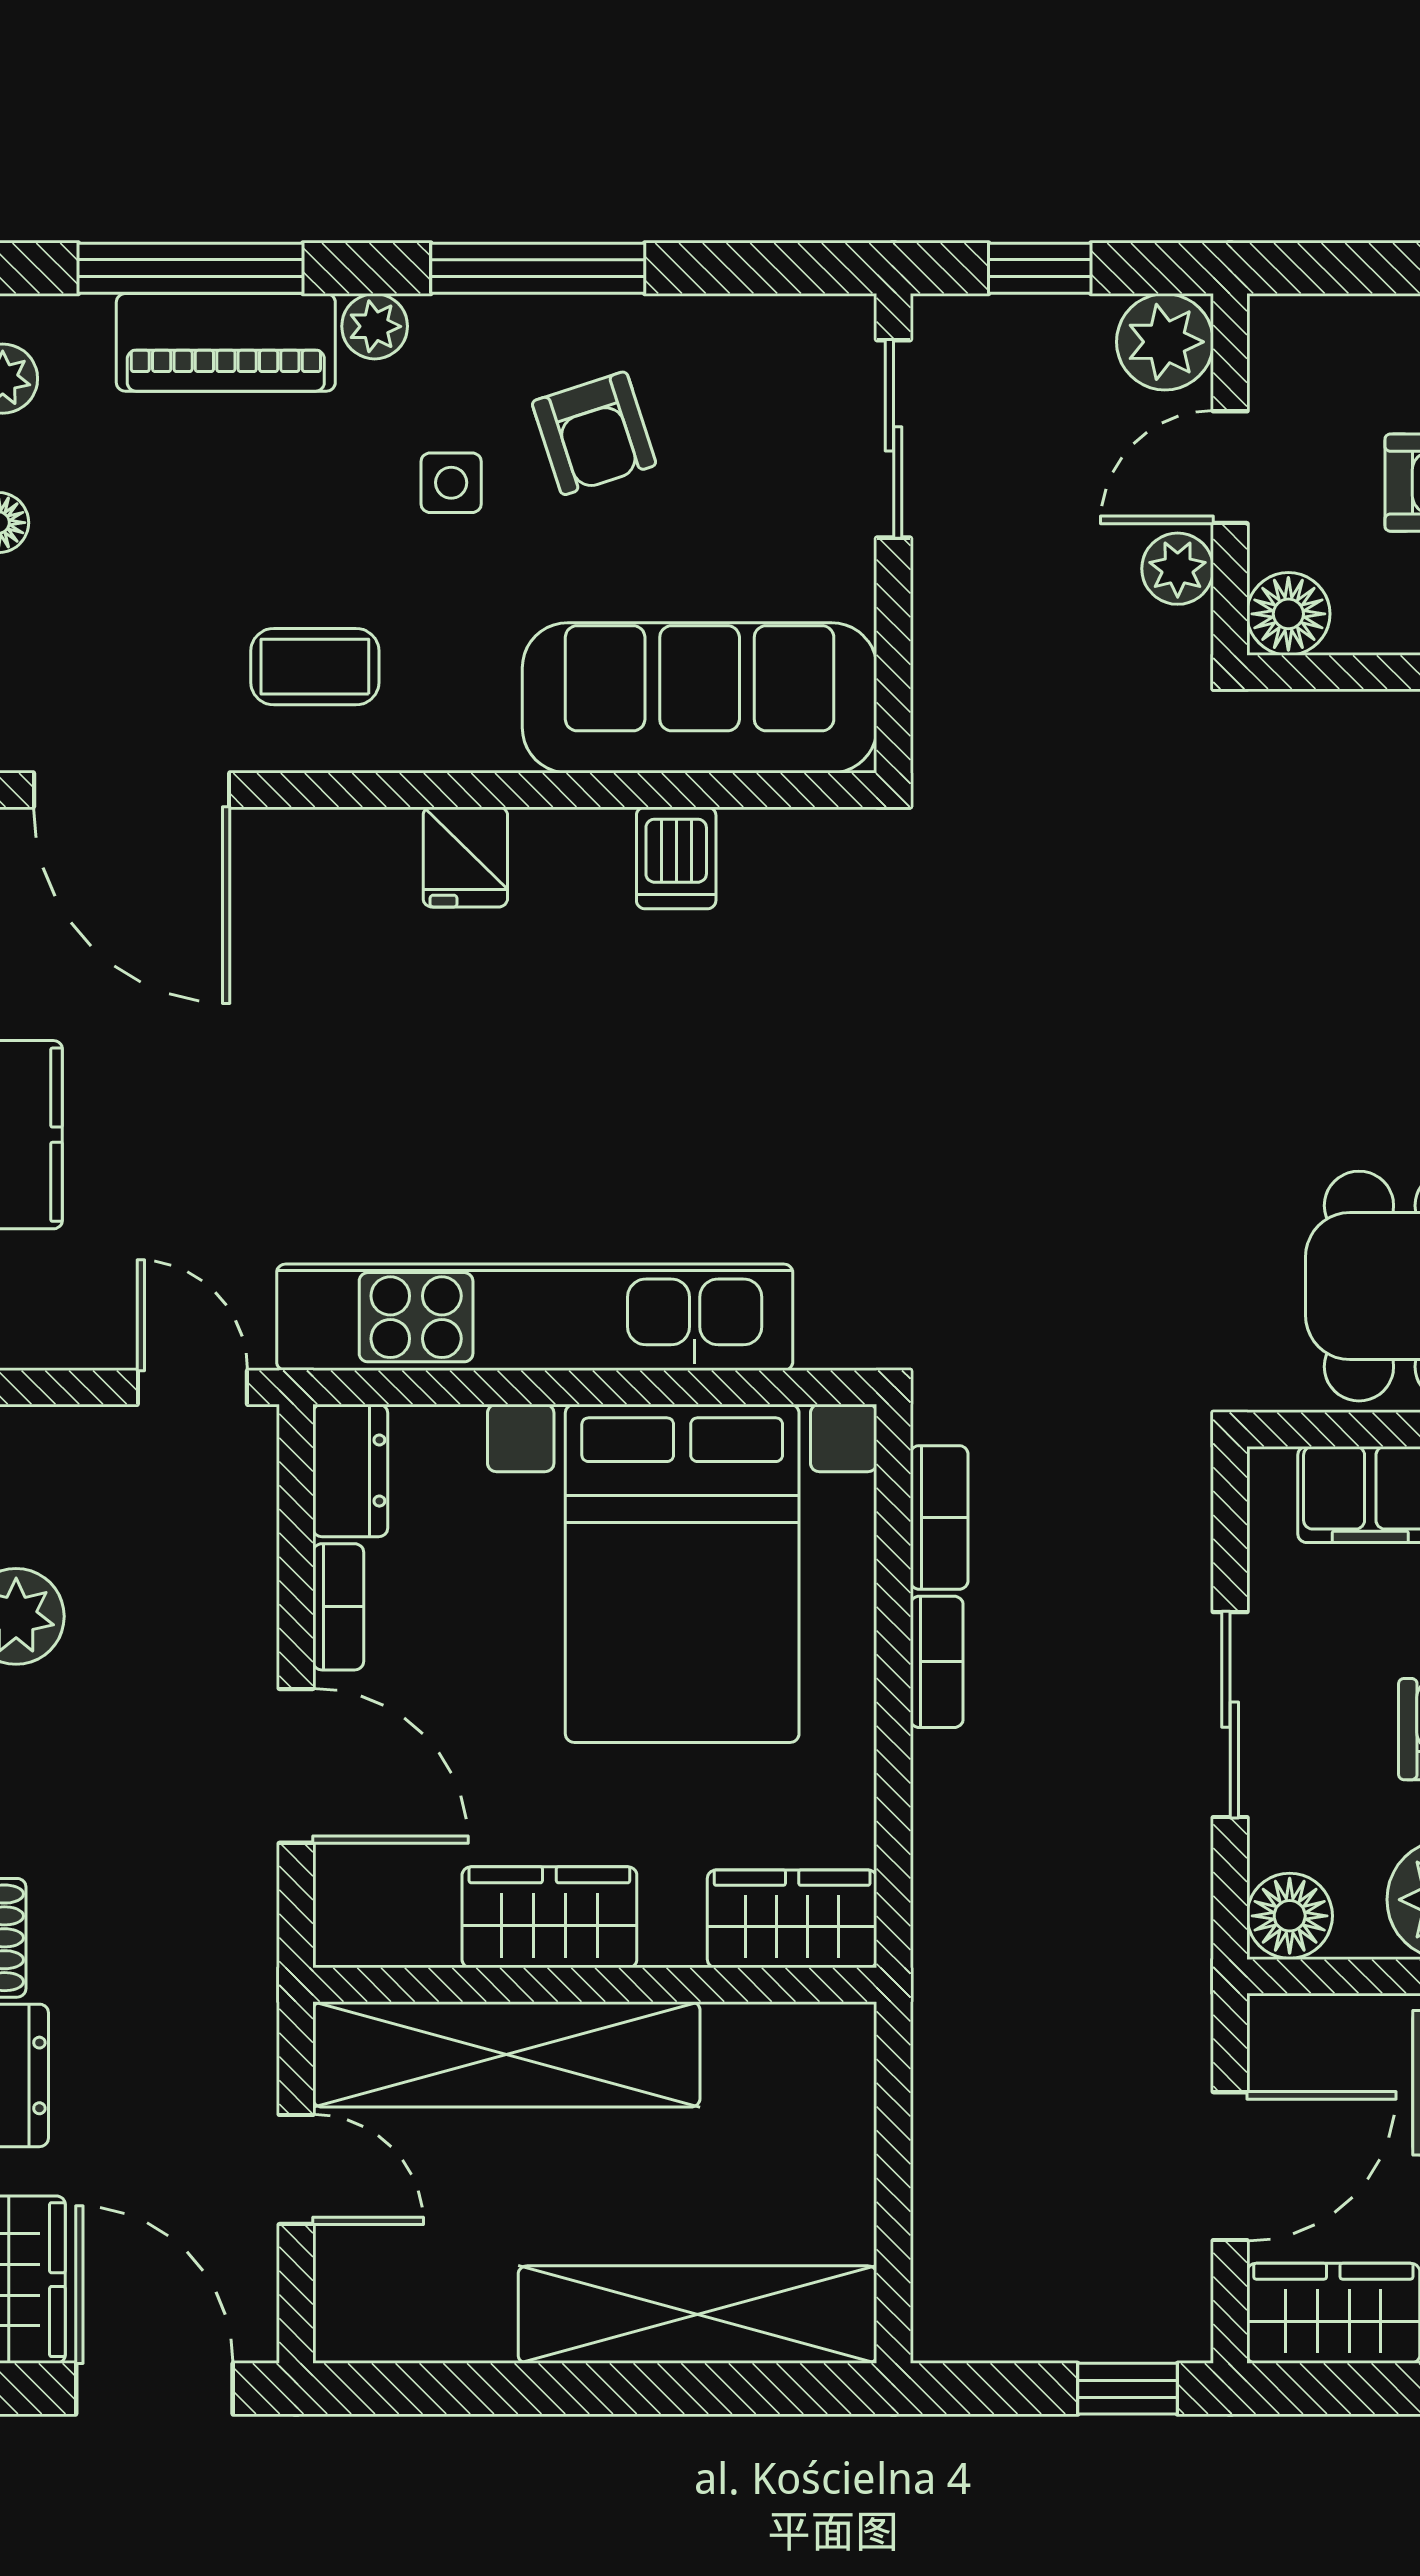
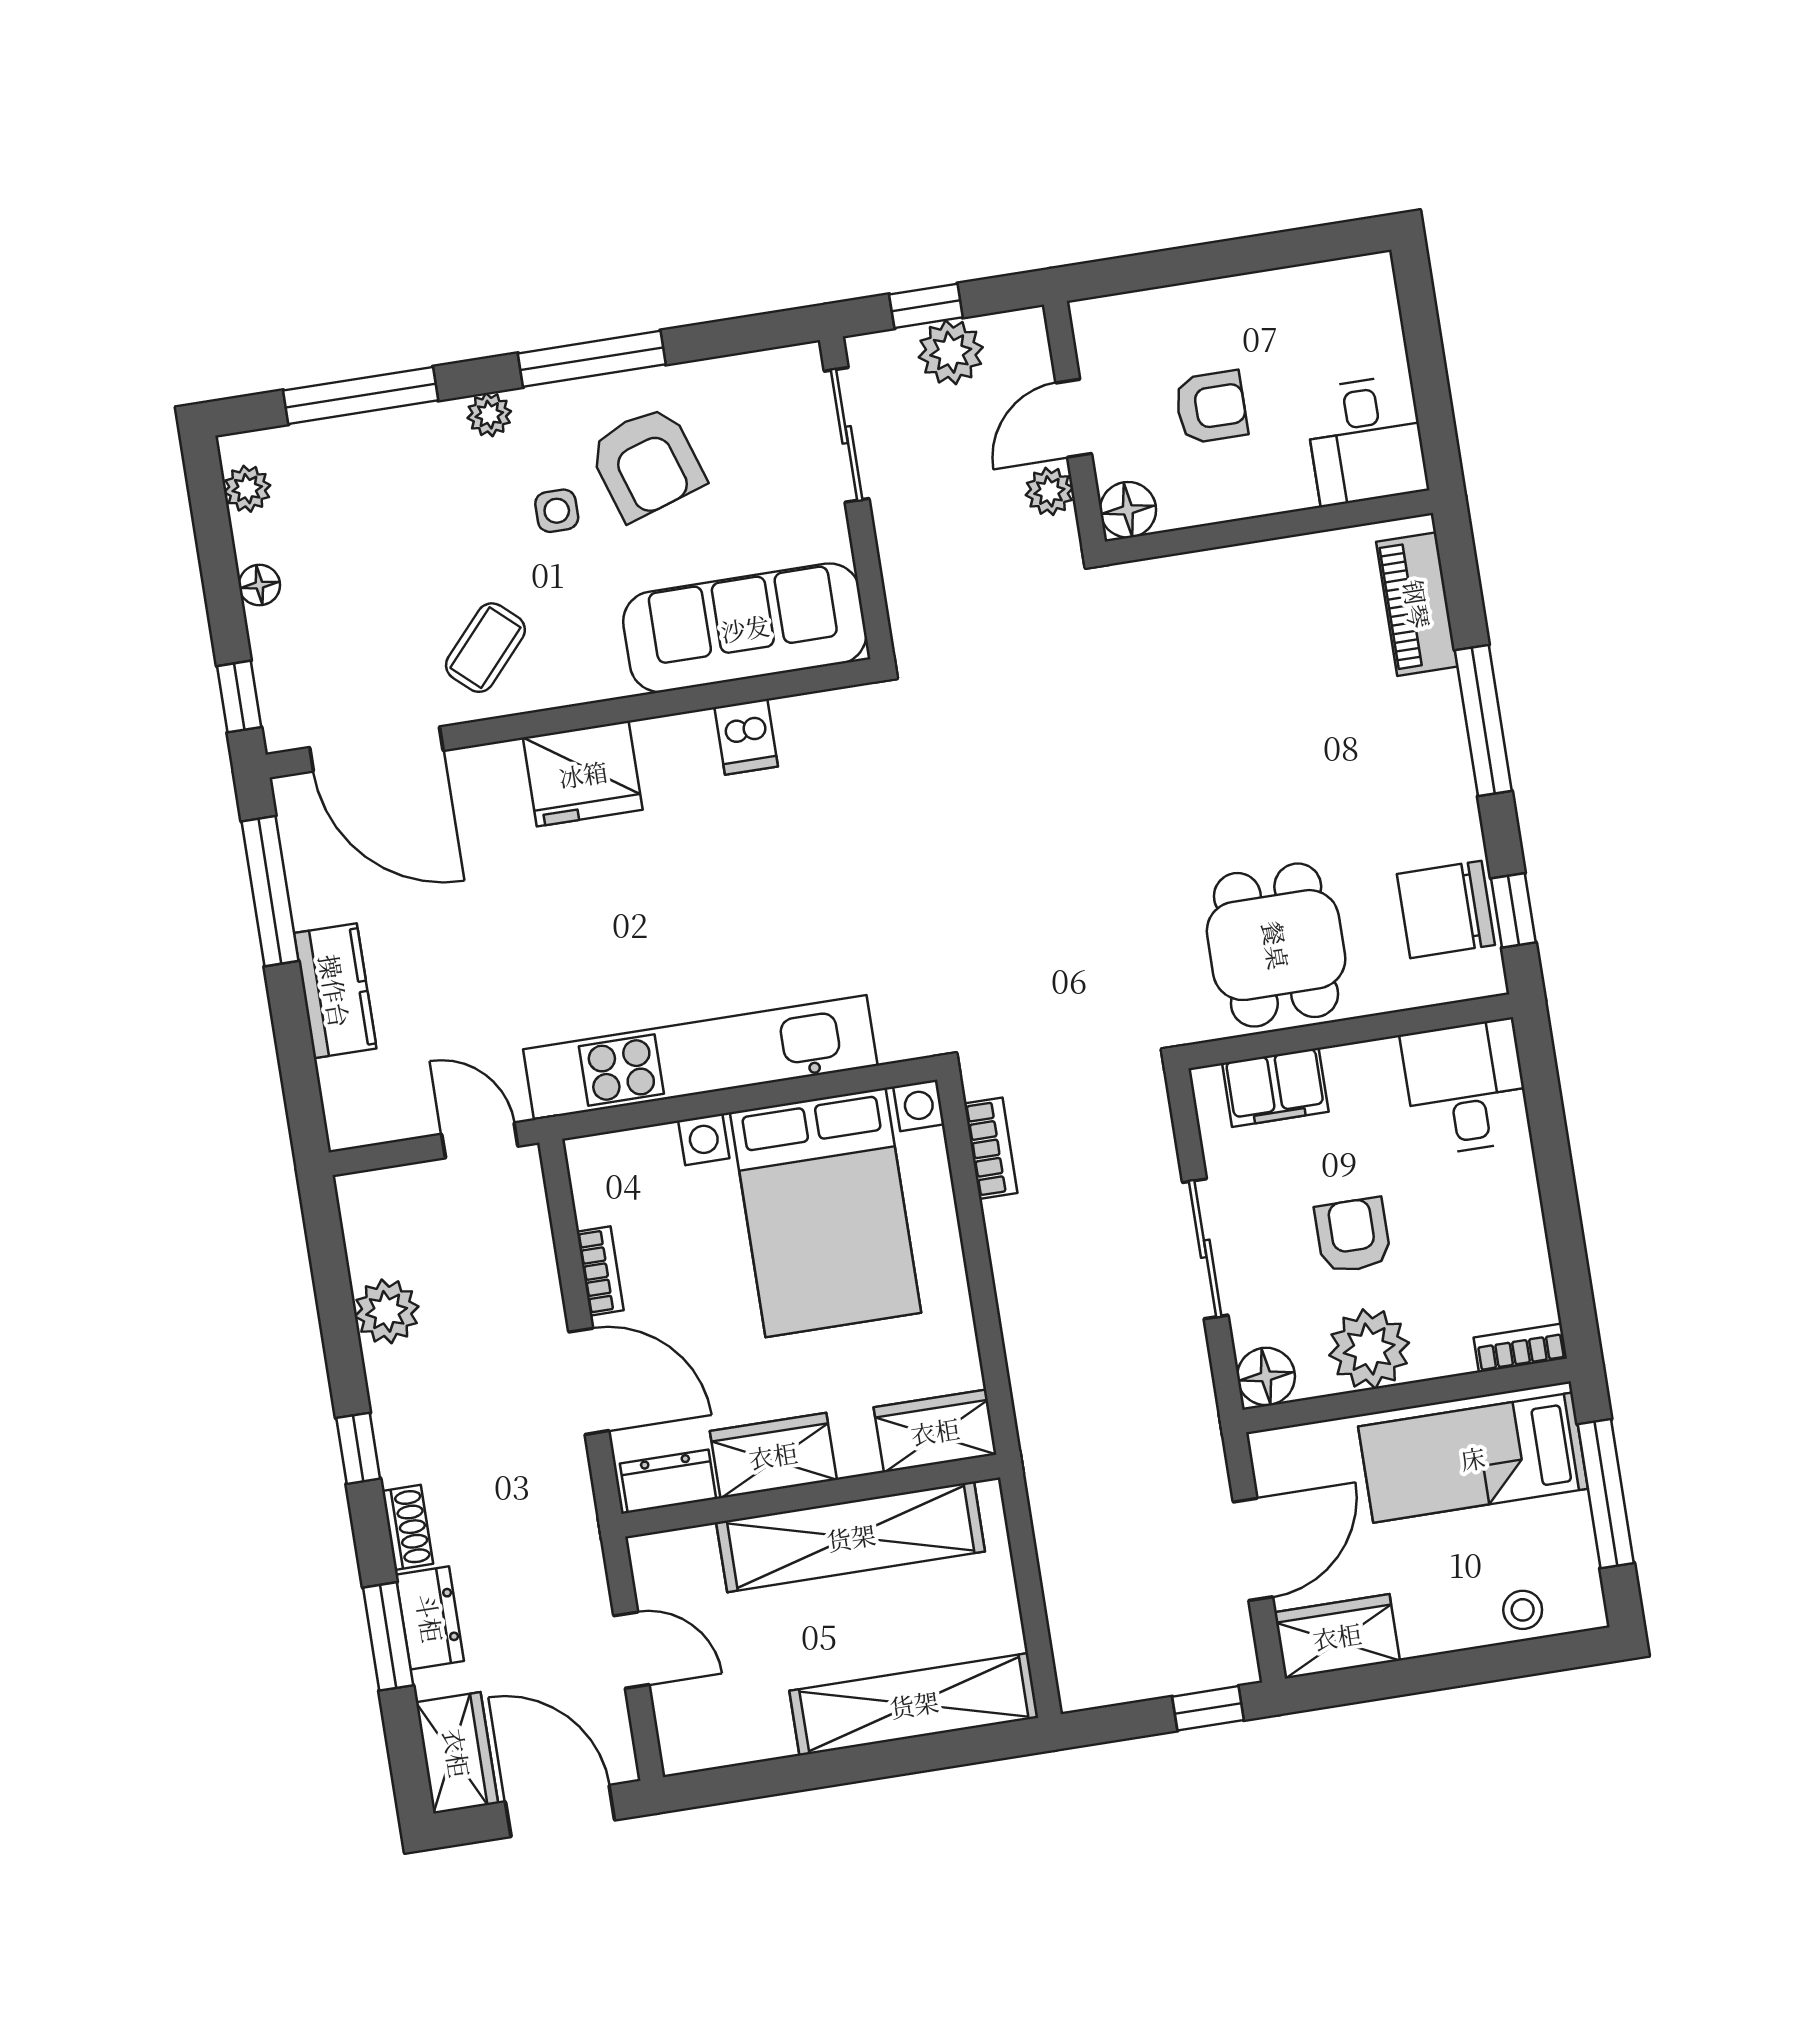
piano: (226, 342) -> (392, 441), removed
plant: (1165, 342) -> (951, 352), moved
armchair: (594, 433) -> (647, 463), width x1.38, depth x1.38
coffee table: (315, 667) -> (485, 648), turned -48
fridge: (465, 857) -> (583, 774), width x1.88, depth x1.34
dresser: (350, 1471) -> (668, 1481), moved, turned -90
bookcase: (937, 1662) -> (1004, 1245), removed
shelving: (506, 2054) -> (851, 1537), moved

